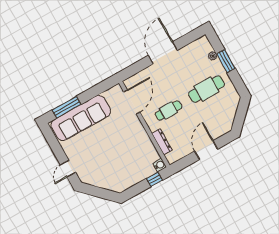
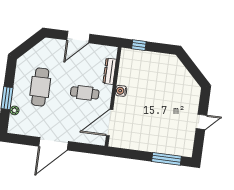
cafe table: (206, 89) -> (40, 87), turned 90
sofa: (81, 118) -> (161, 141), removed
water cooler: (159, 165) -> (121, 91), moved
door: (68, 169) -> (201, 122), moved

